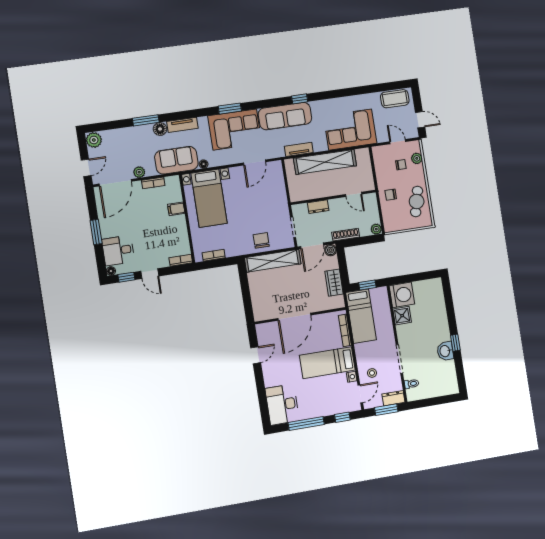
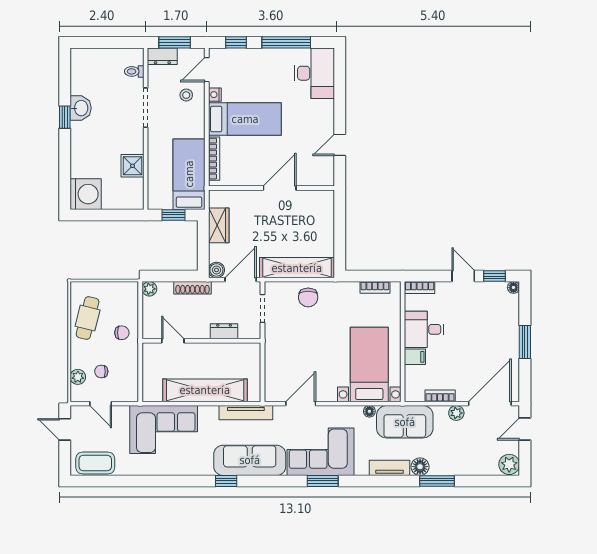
tv unit: (299, 149) -> (246, 413), width x1.41
desk: (118, 251) -> (424, 329), moved, turned 180
washing machine: (402, 295) -> (86, 194), moved, turned 180
door: (294, 317) -> (280, 188), width x0.73

